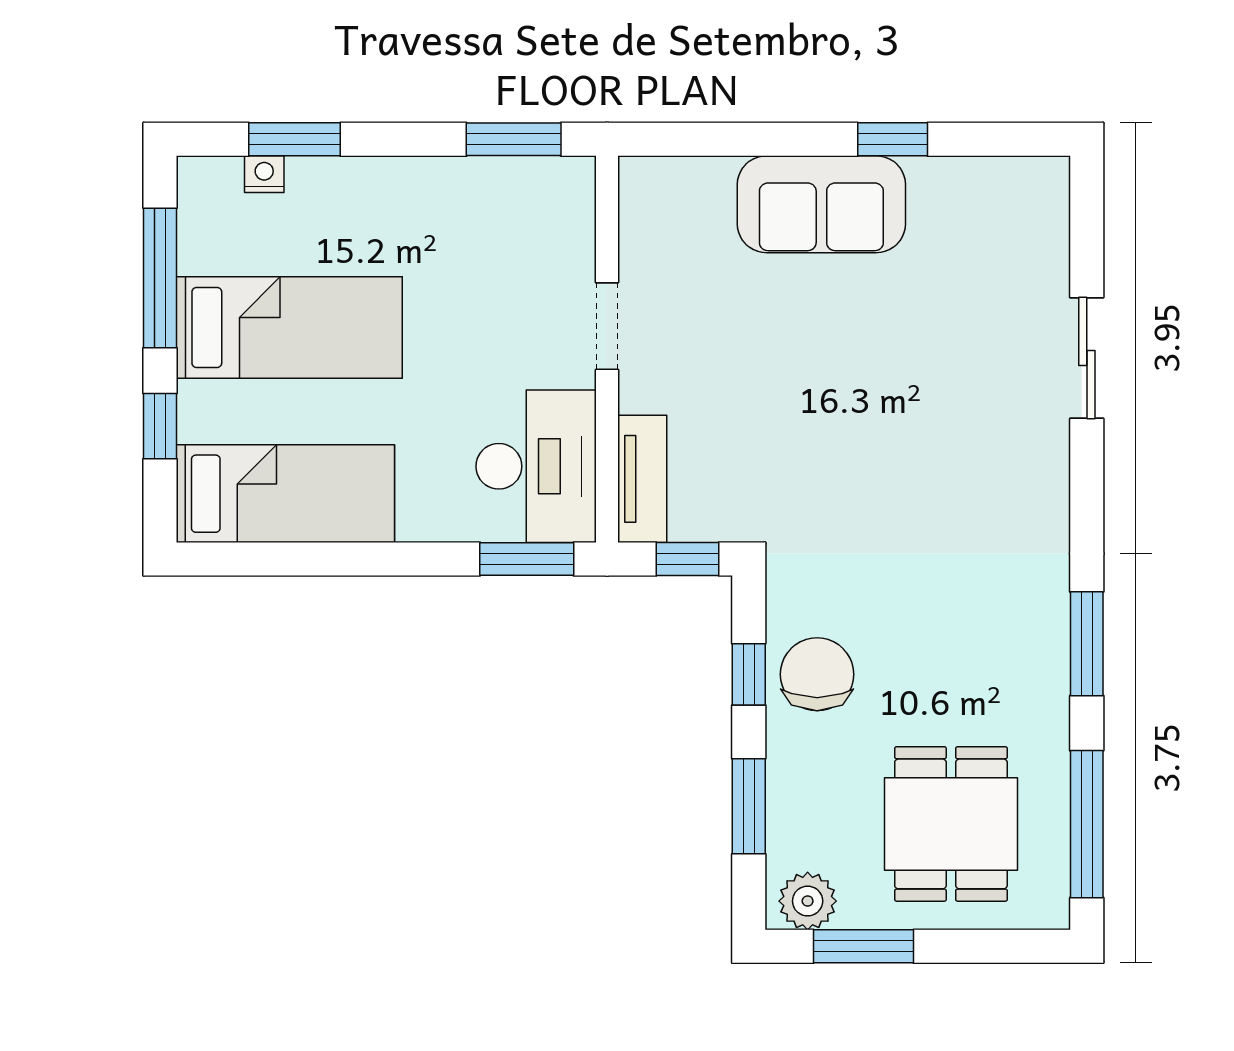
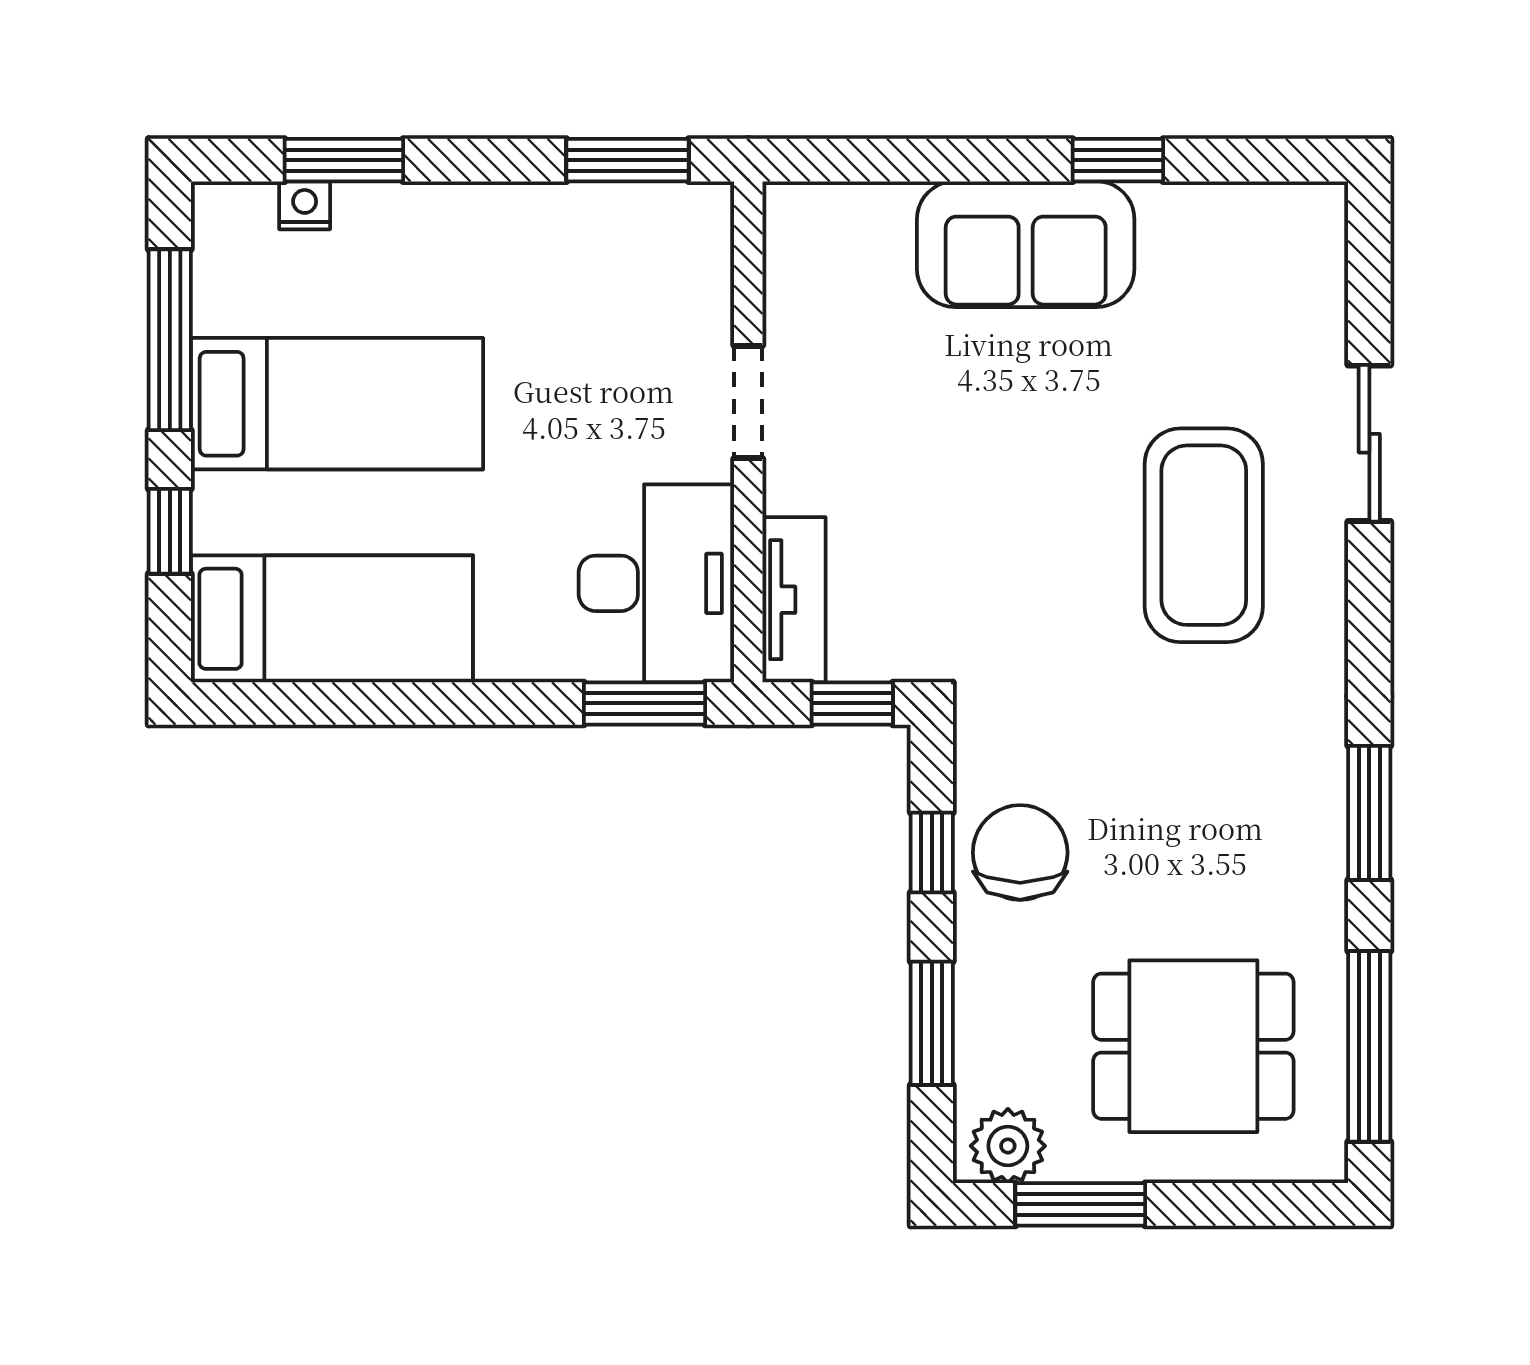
coffee table: (959, 429) -> (1204, 535), added
dining table: (951, 824) -> (1193, 1046), turned 90

